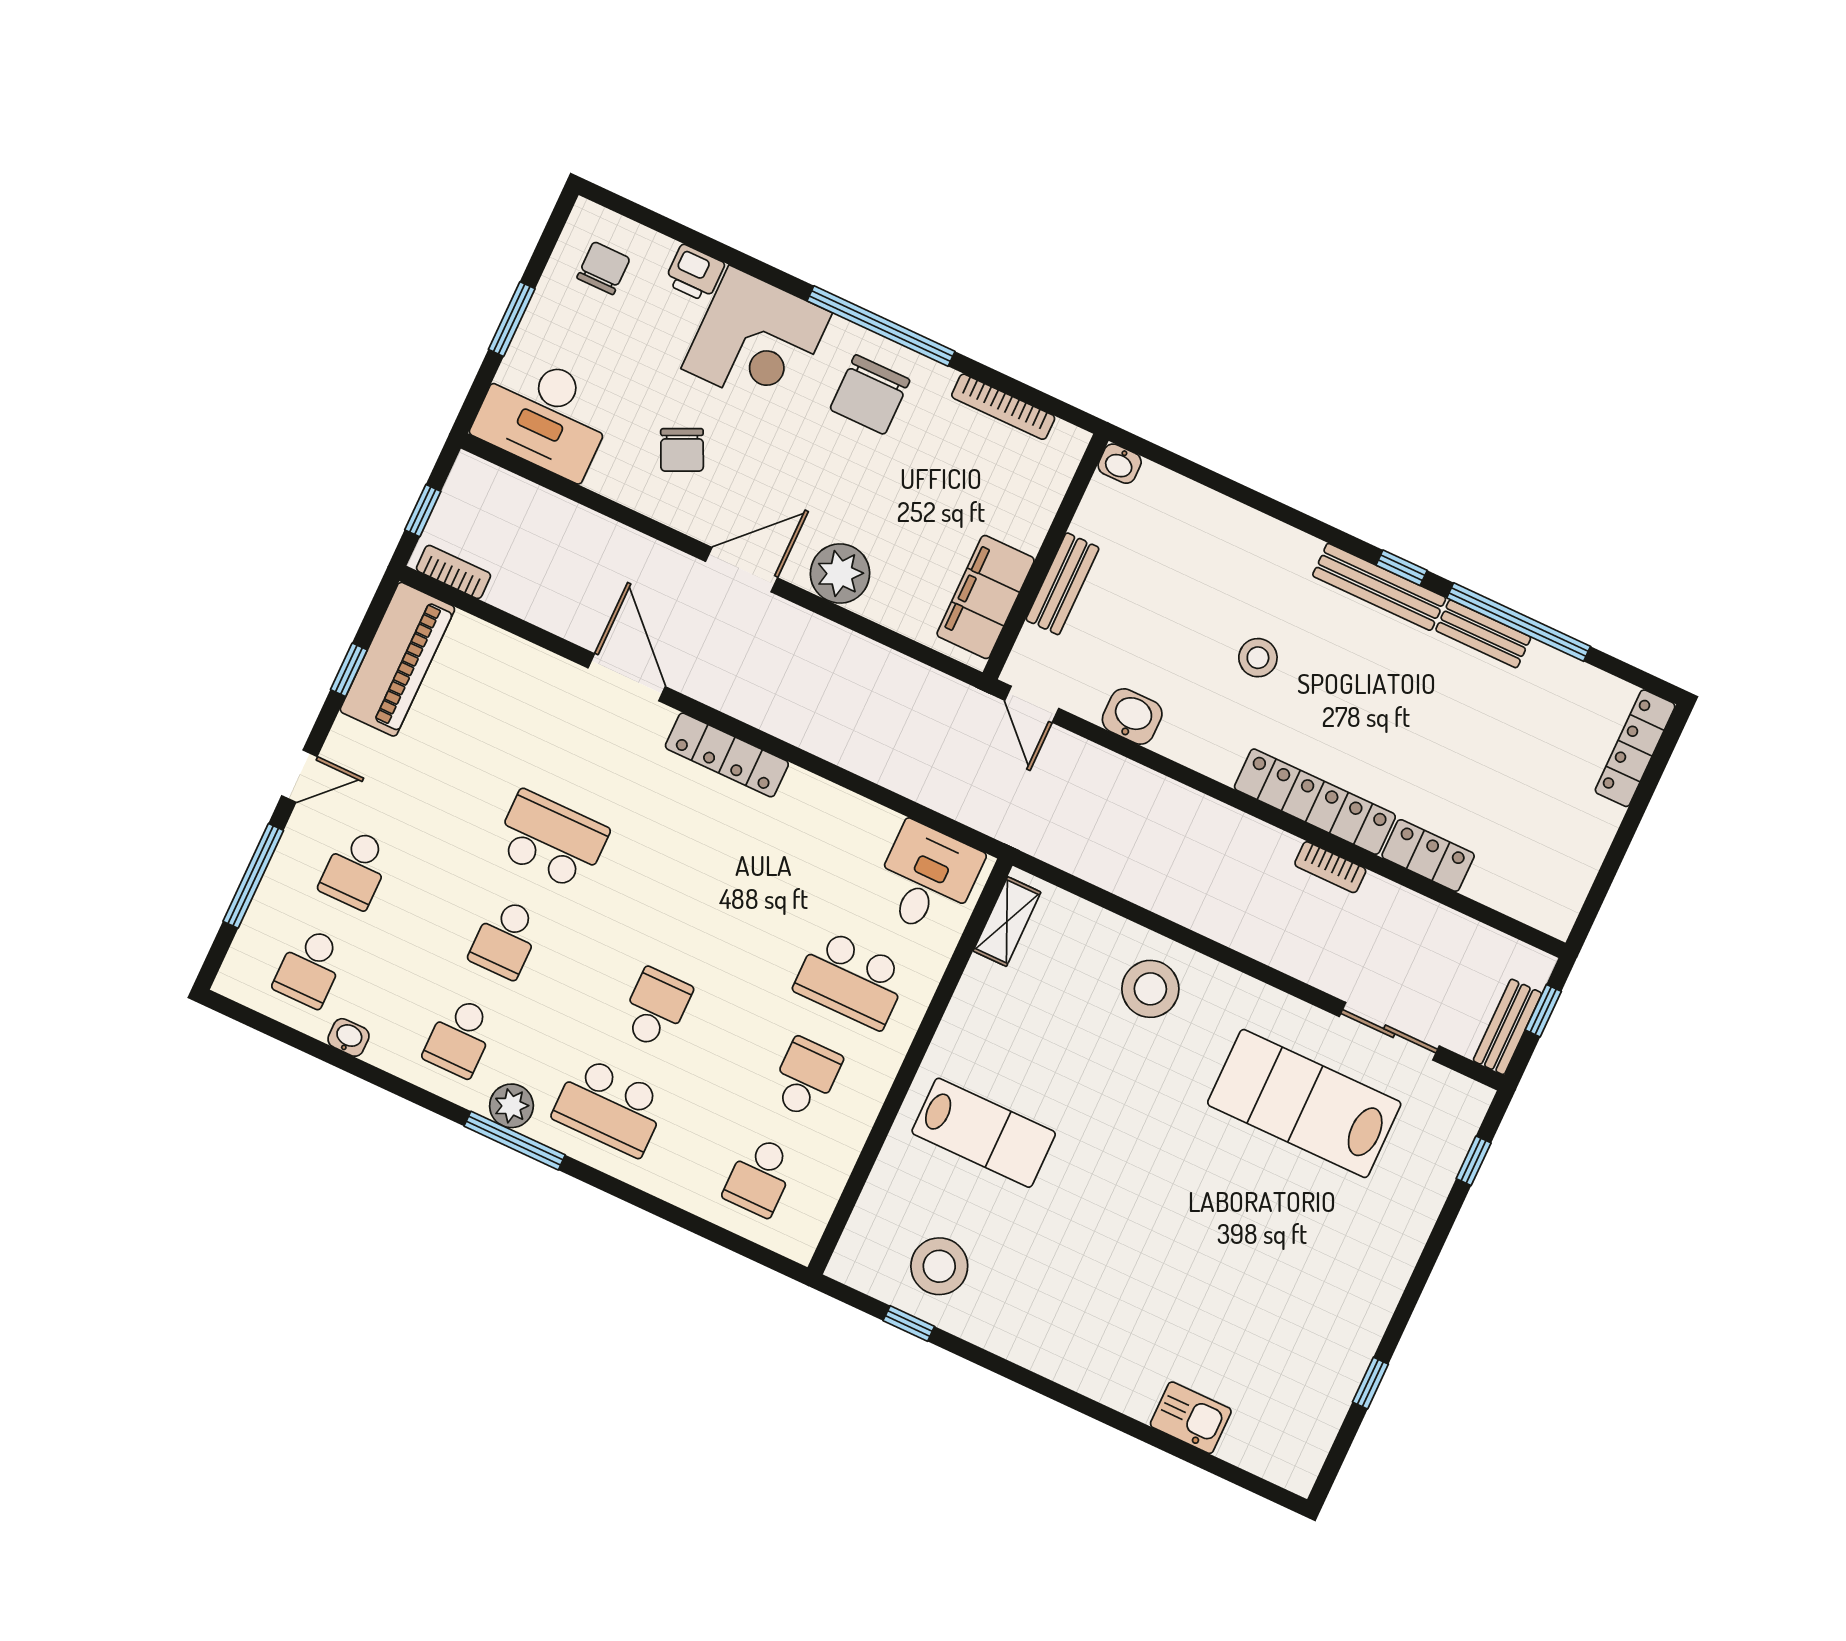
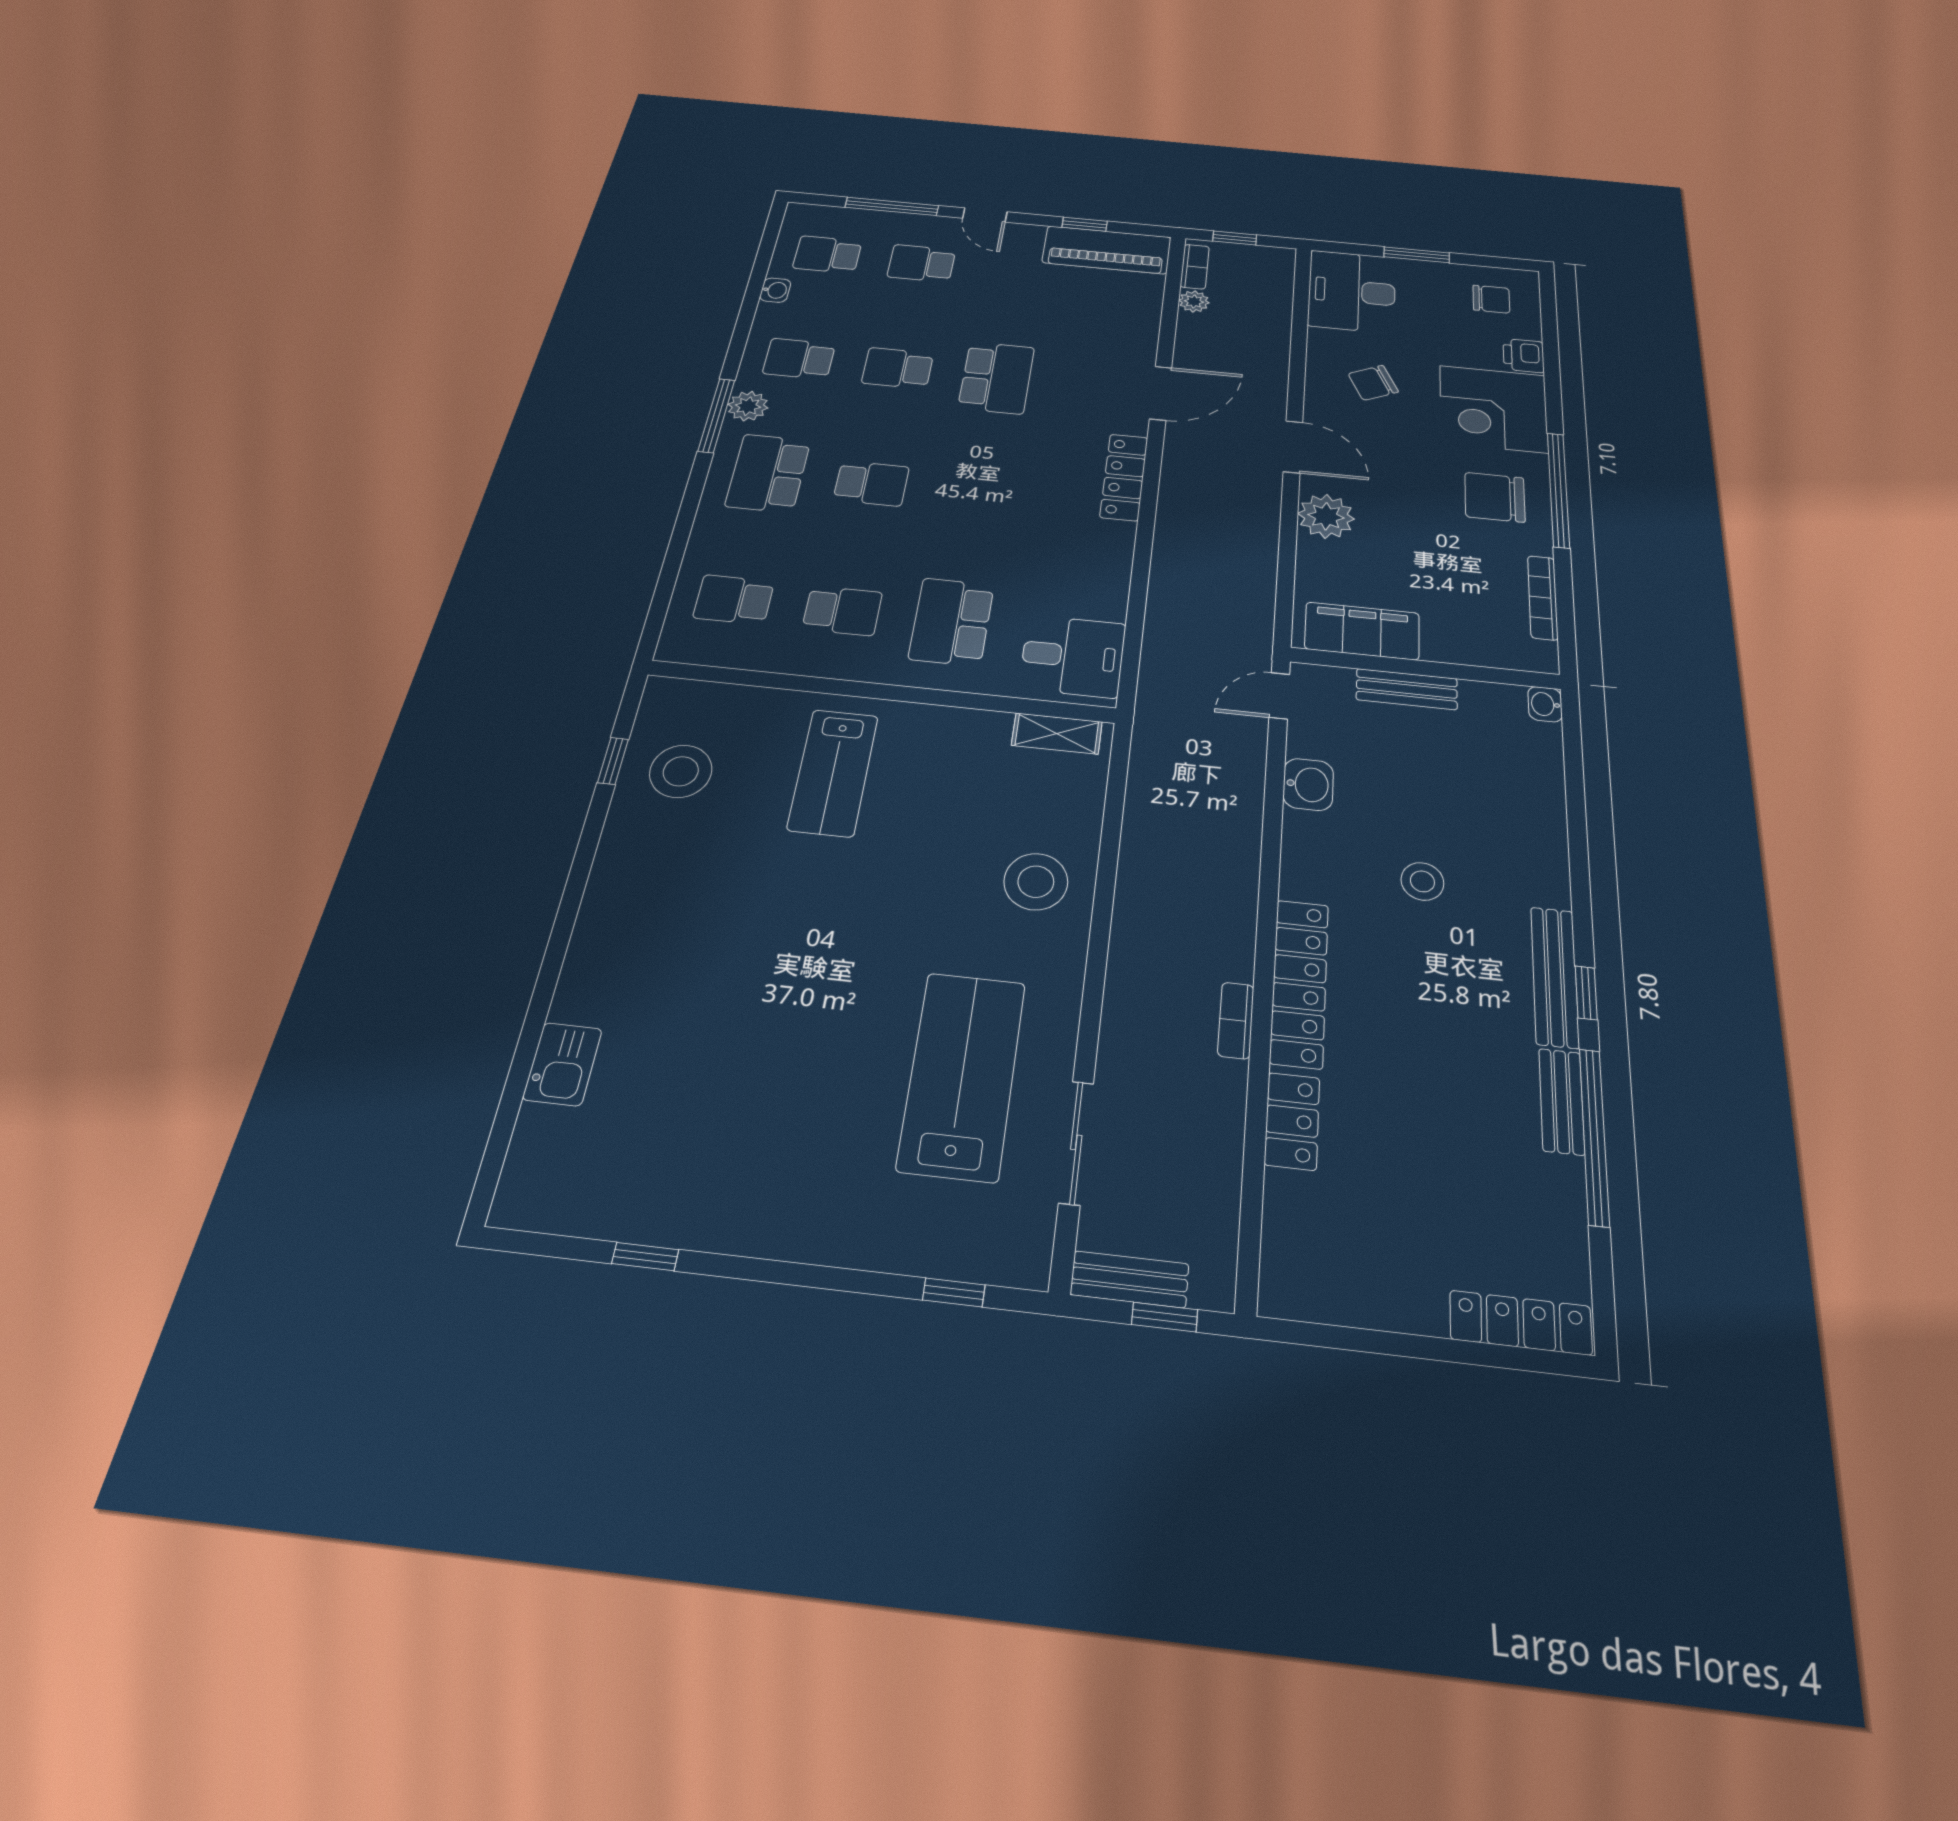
plant: (506, 593) -> (1194, 301), added

